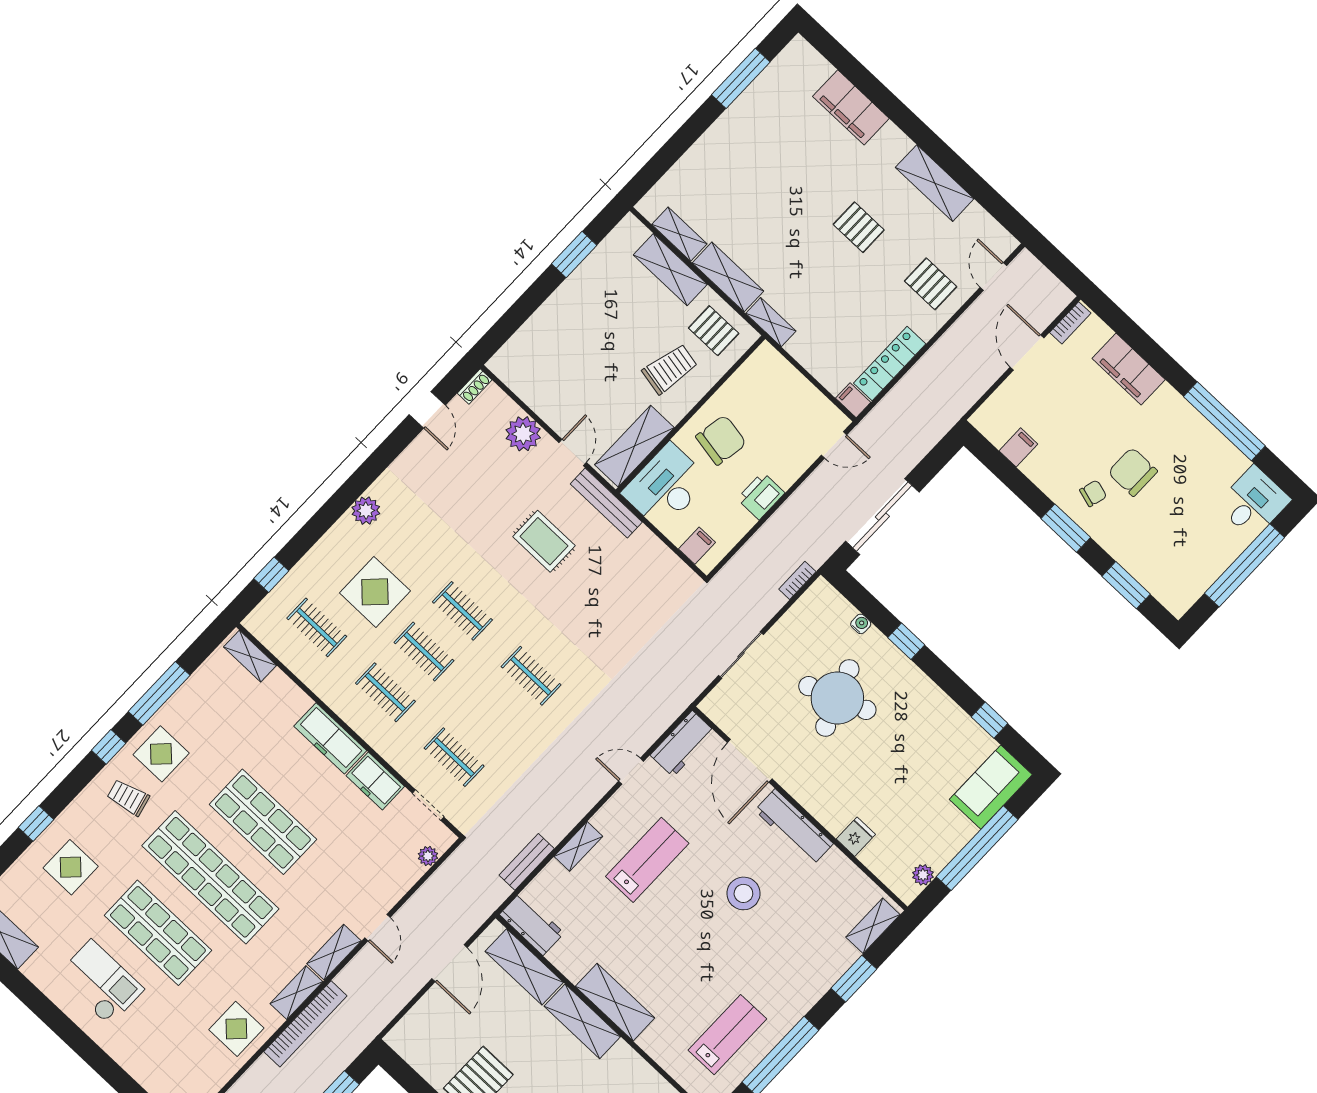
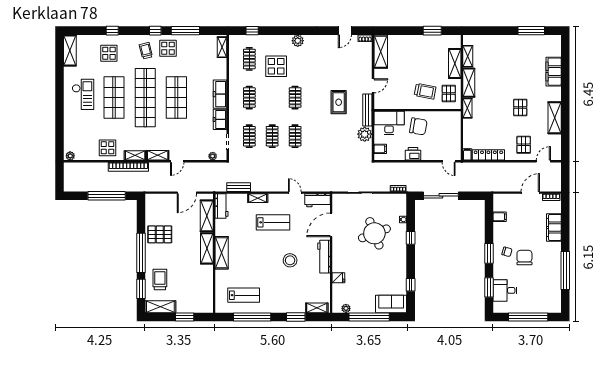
plant: (523, 434) -> (365, 134), moved
shelving: (634, 446) -> (381, 52), moved, turned 90
desk: (1253, 502) -> (505, 290), moved, turned 180
clothes rail: (424, 652) -> (272, 136), moved

